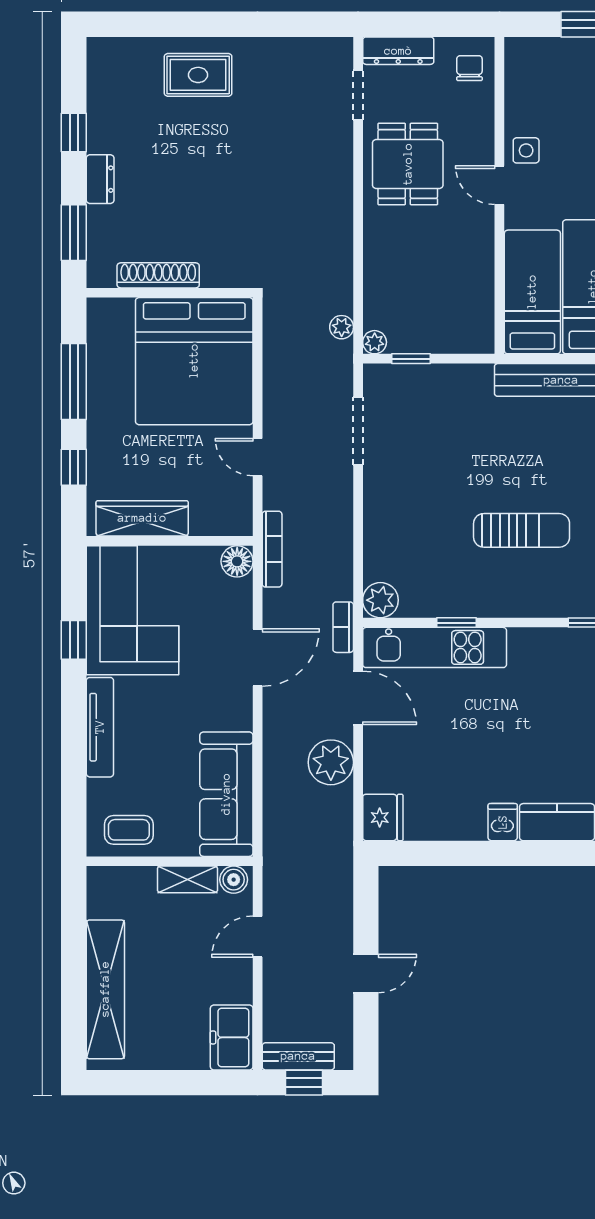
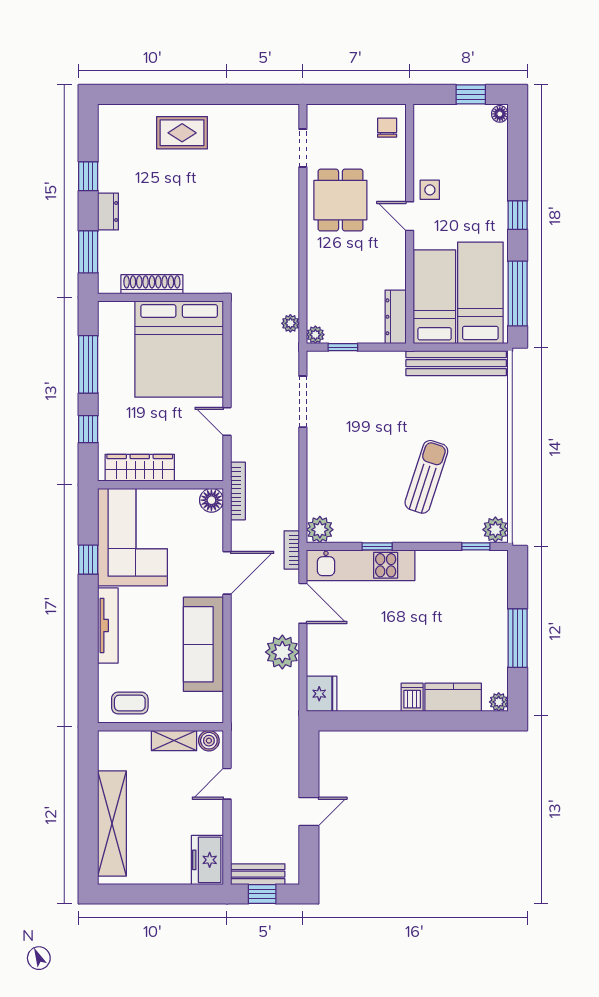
dresser: (398, 51) -> (396, 317), moved, turned 90
sun lounger: (522, 530) -> (426, 477), turned -72
sofa: (226, 794) -> (203, 644), moved

